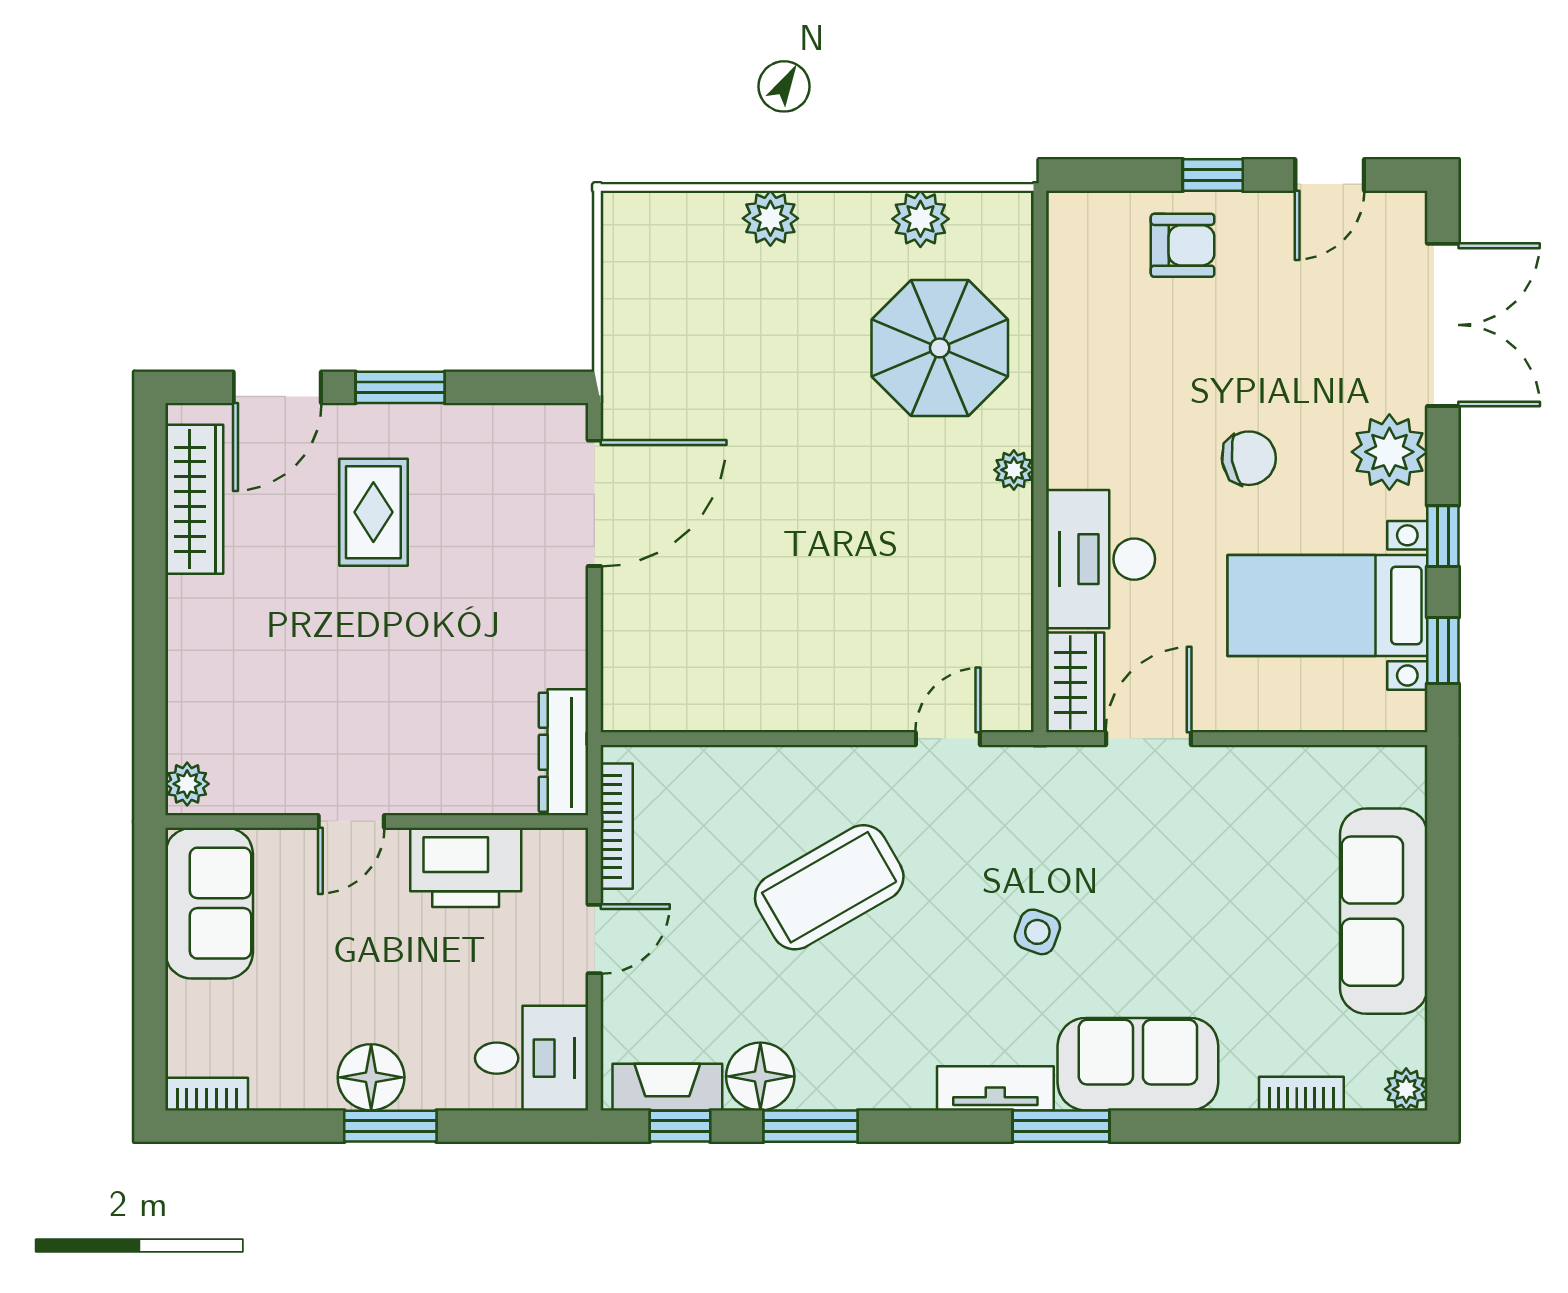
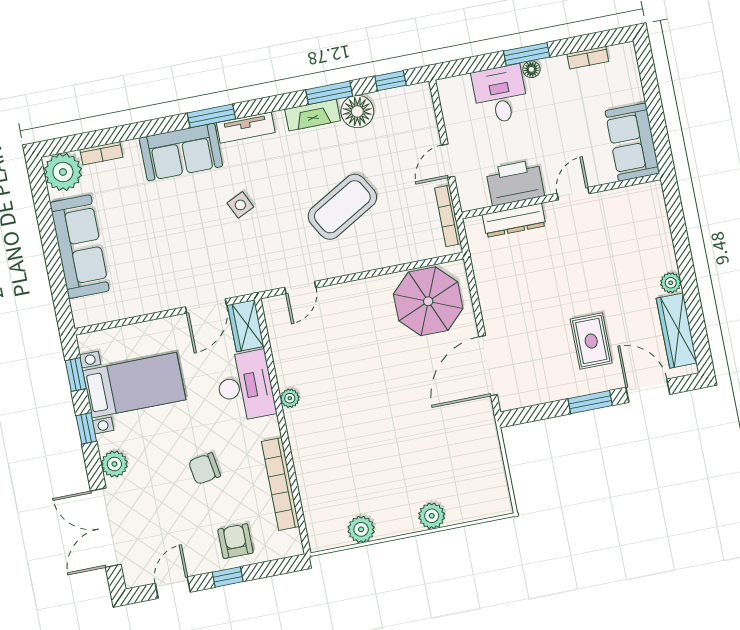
armchair: (1183, 245) -> (235, 541), turned 90
bookcase: (1068, 344) -> (280, 484), added
parasol: (940, 348) -> (428, 301), moved
door: (277, 387) -> (648, 391), hinge flipped
plant: (1389, 452) -> (114, 464), width x0.73, depth x0.73
chair: (1249, 458) -> (204, 469), moved
plant: (1014, 470) -> (290, 398), moved
dresser: (564, 752) -> (514, 220), moved, turned 90
plant: (187, 784) -> (671, 283), moved
side table: (1037, 932) -> (240, 205), turned 45
desk: (532, 1058) -> (500, 94), moved, turned 90
floor lamp: (371, 1077) -> (531, 69), width x0.53, depth x0.53
fireplace: (667, 1087) -> (313, 115), moved
plant: (1406, 1089) -> (63, 172), width x1.87, depth x1.87
bookcase: (207, 1094) -> (588, 58), moved

